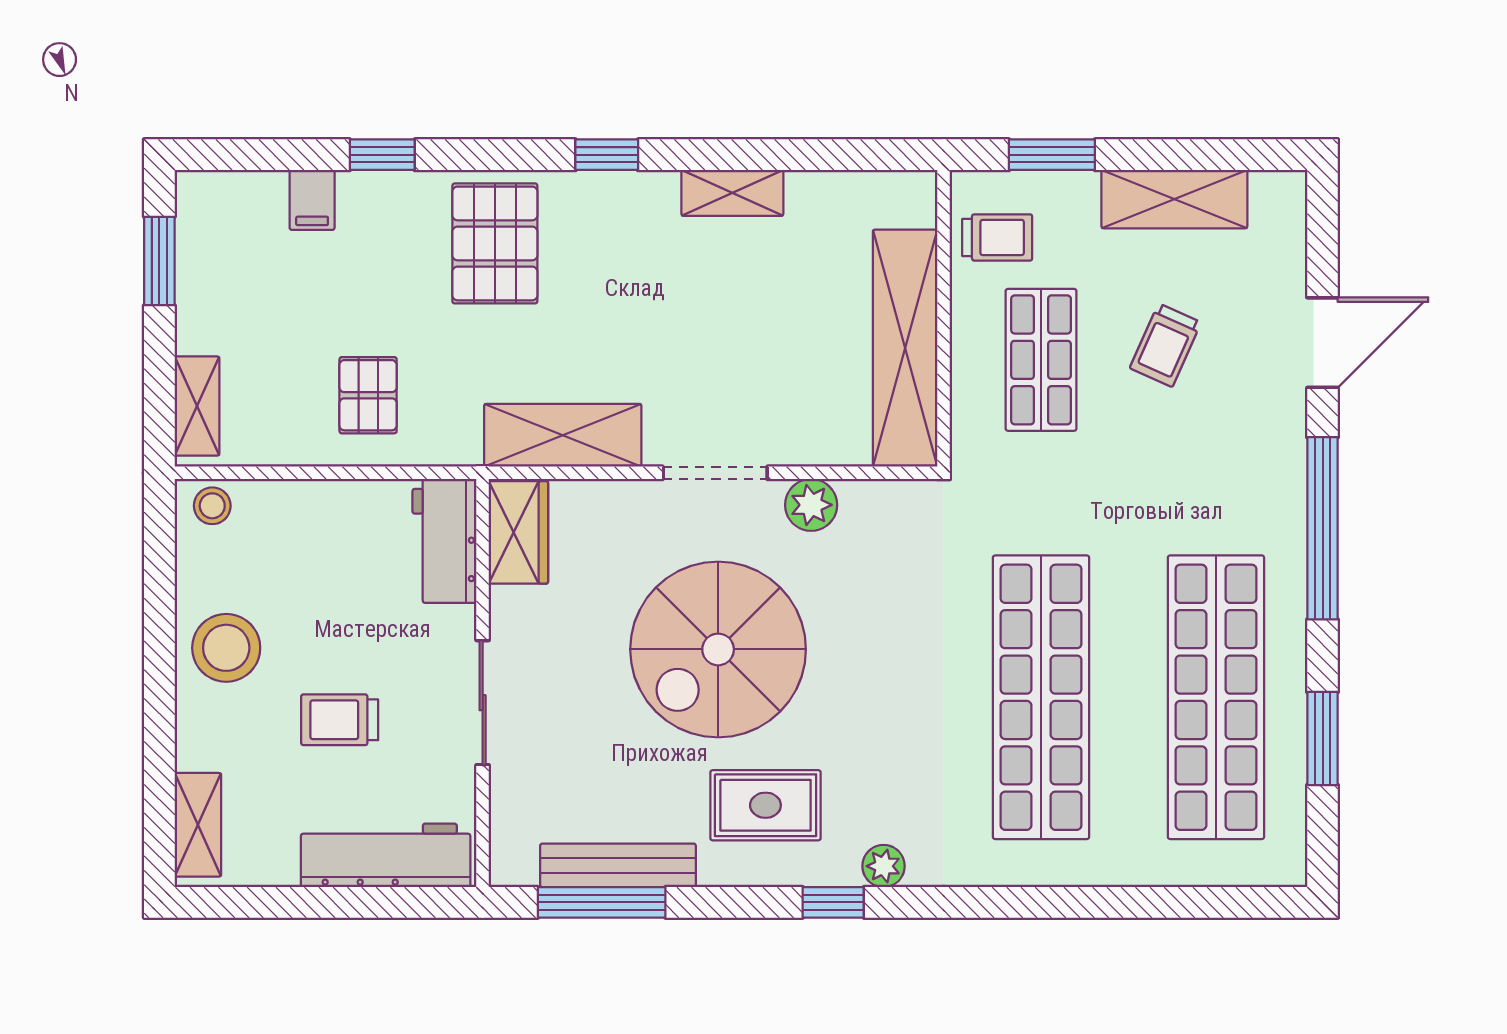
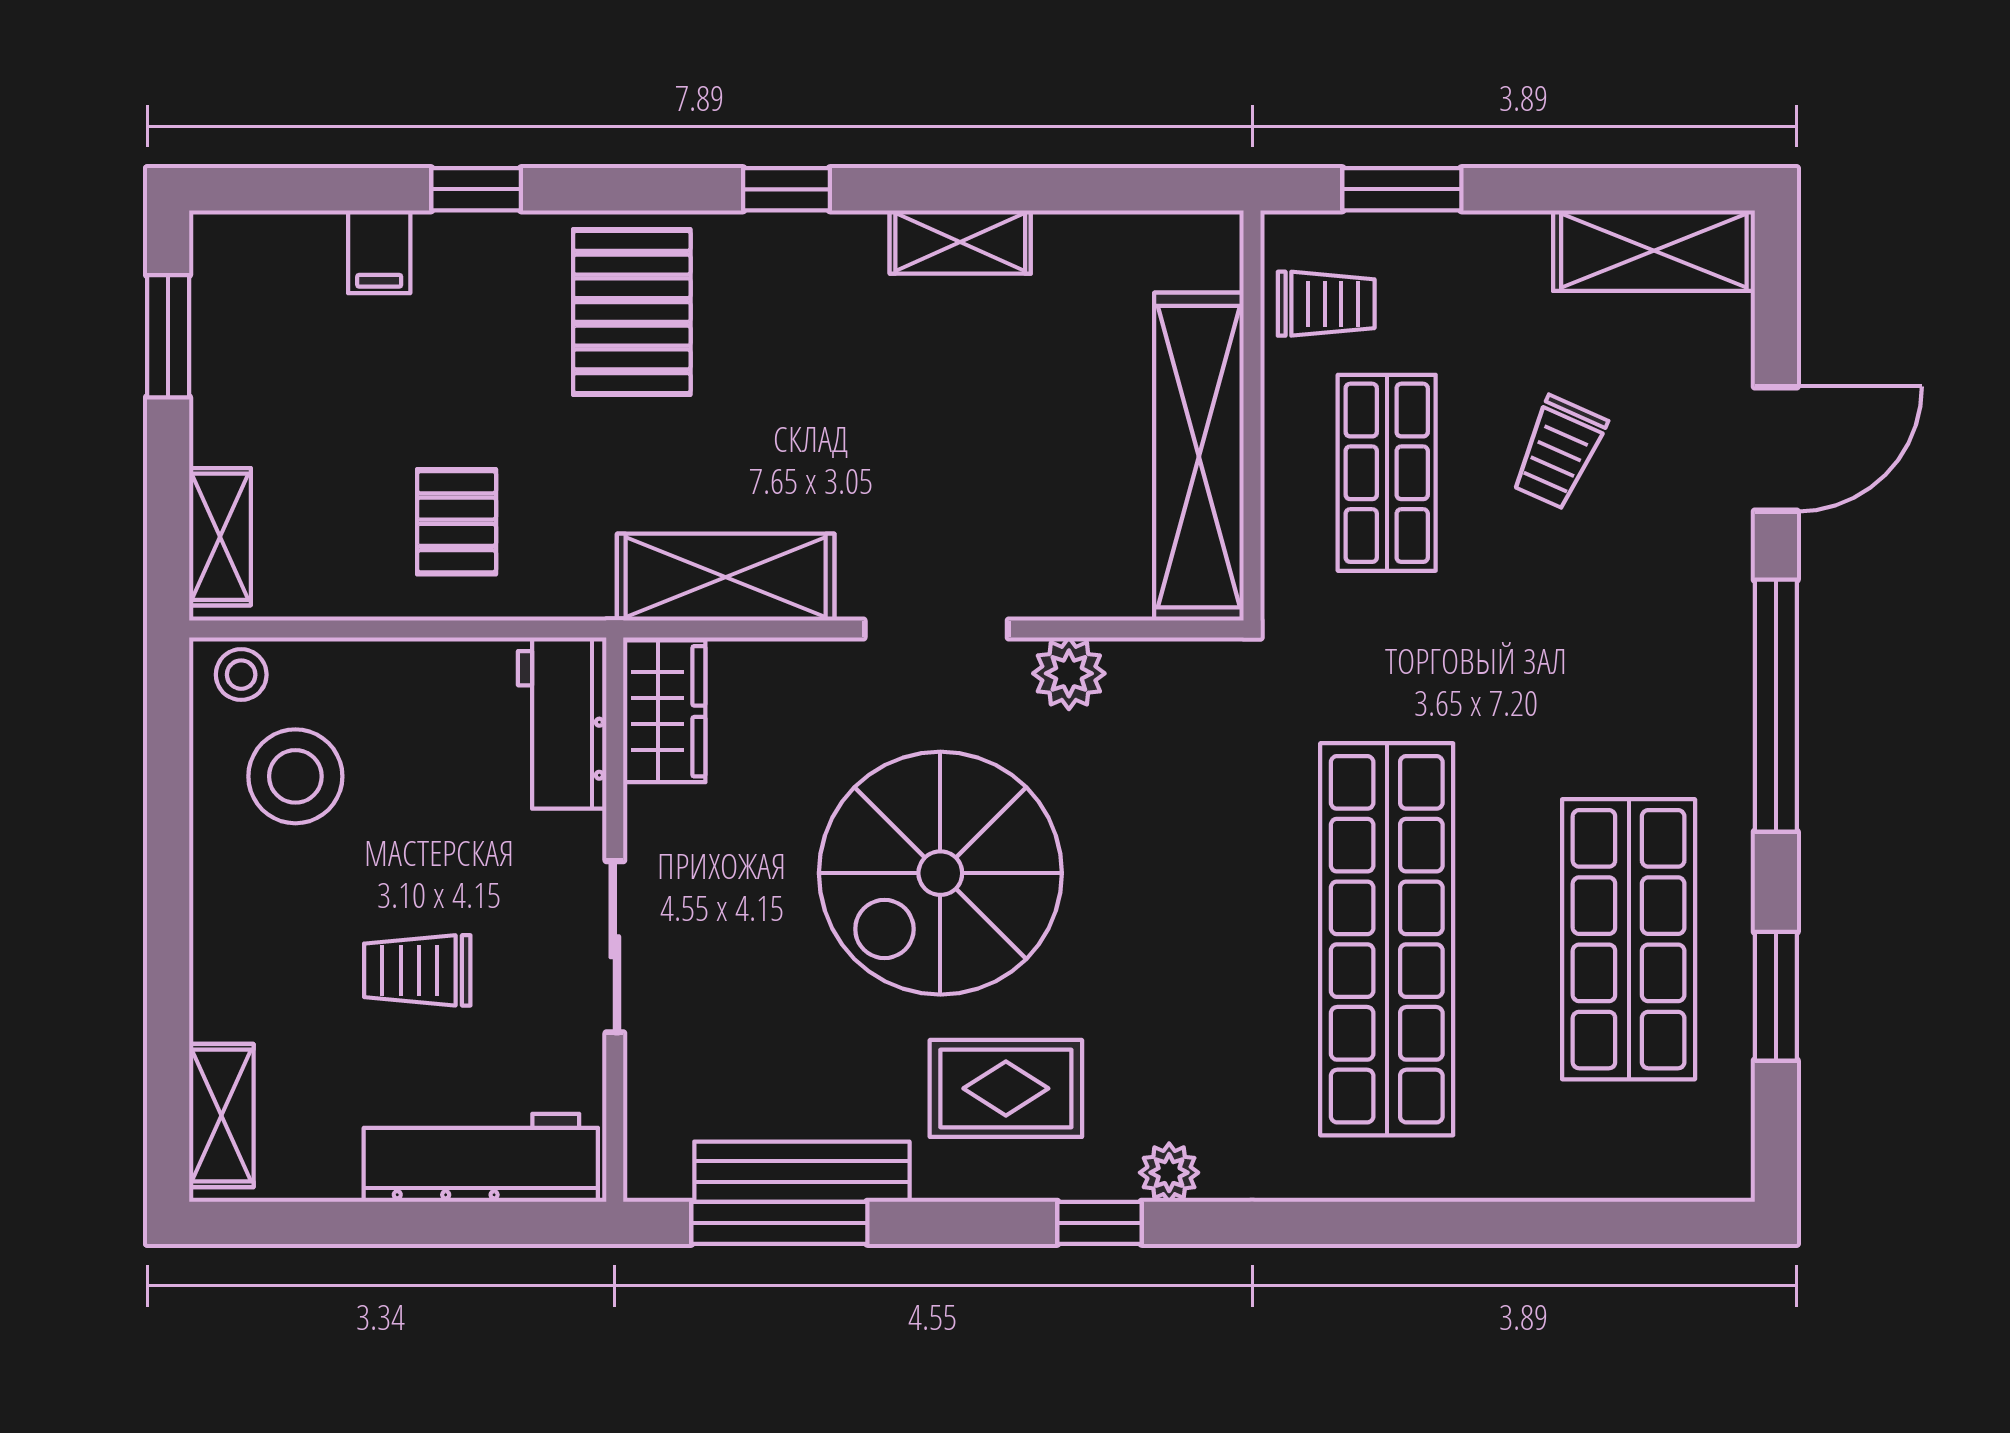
shelving: (1174, 199) -> (1654, 251), moved
stool: (226, 648) -> (295, 776), moved
shop shelf: (1216, 697) -> (1629, 939), width x0.71

